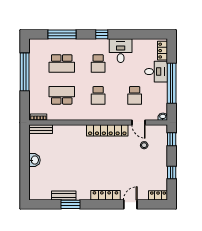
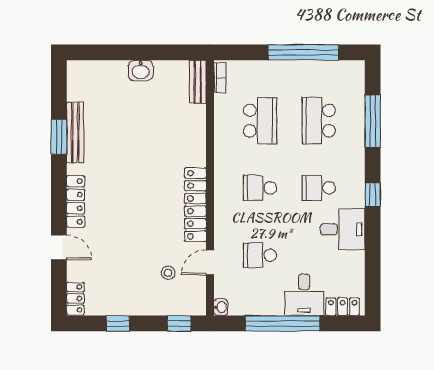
bench: (64, 195) -> (75, 132), width x1.36

